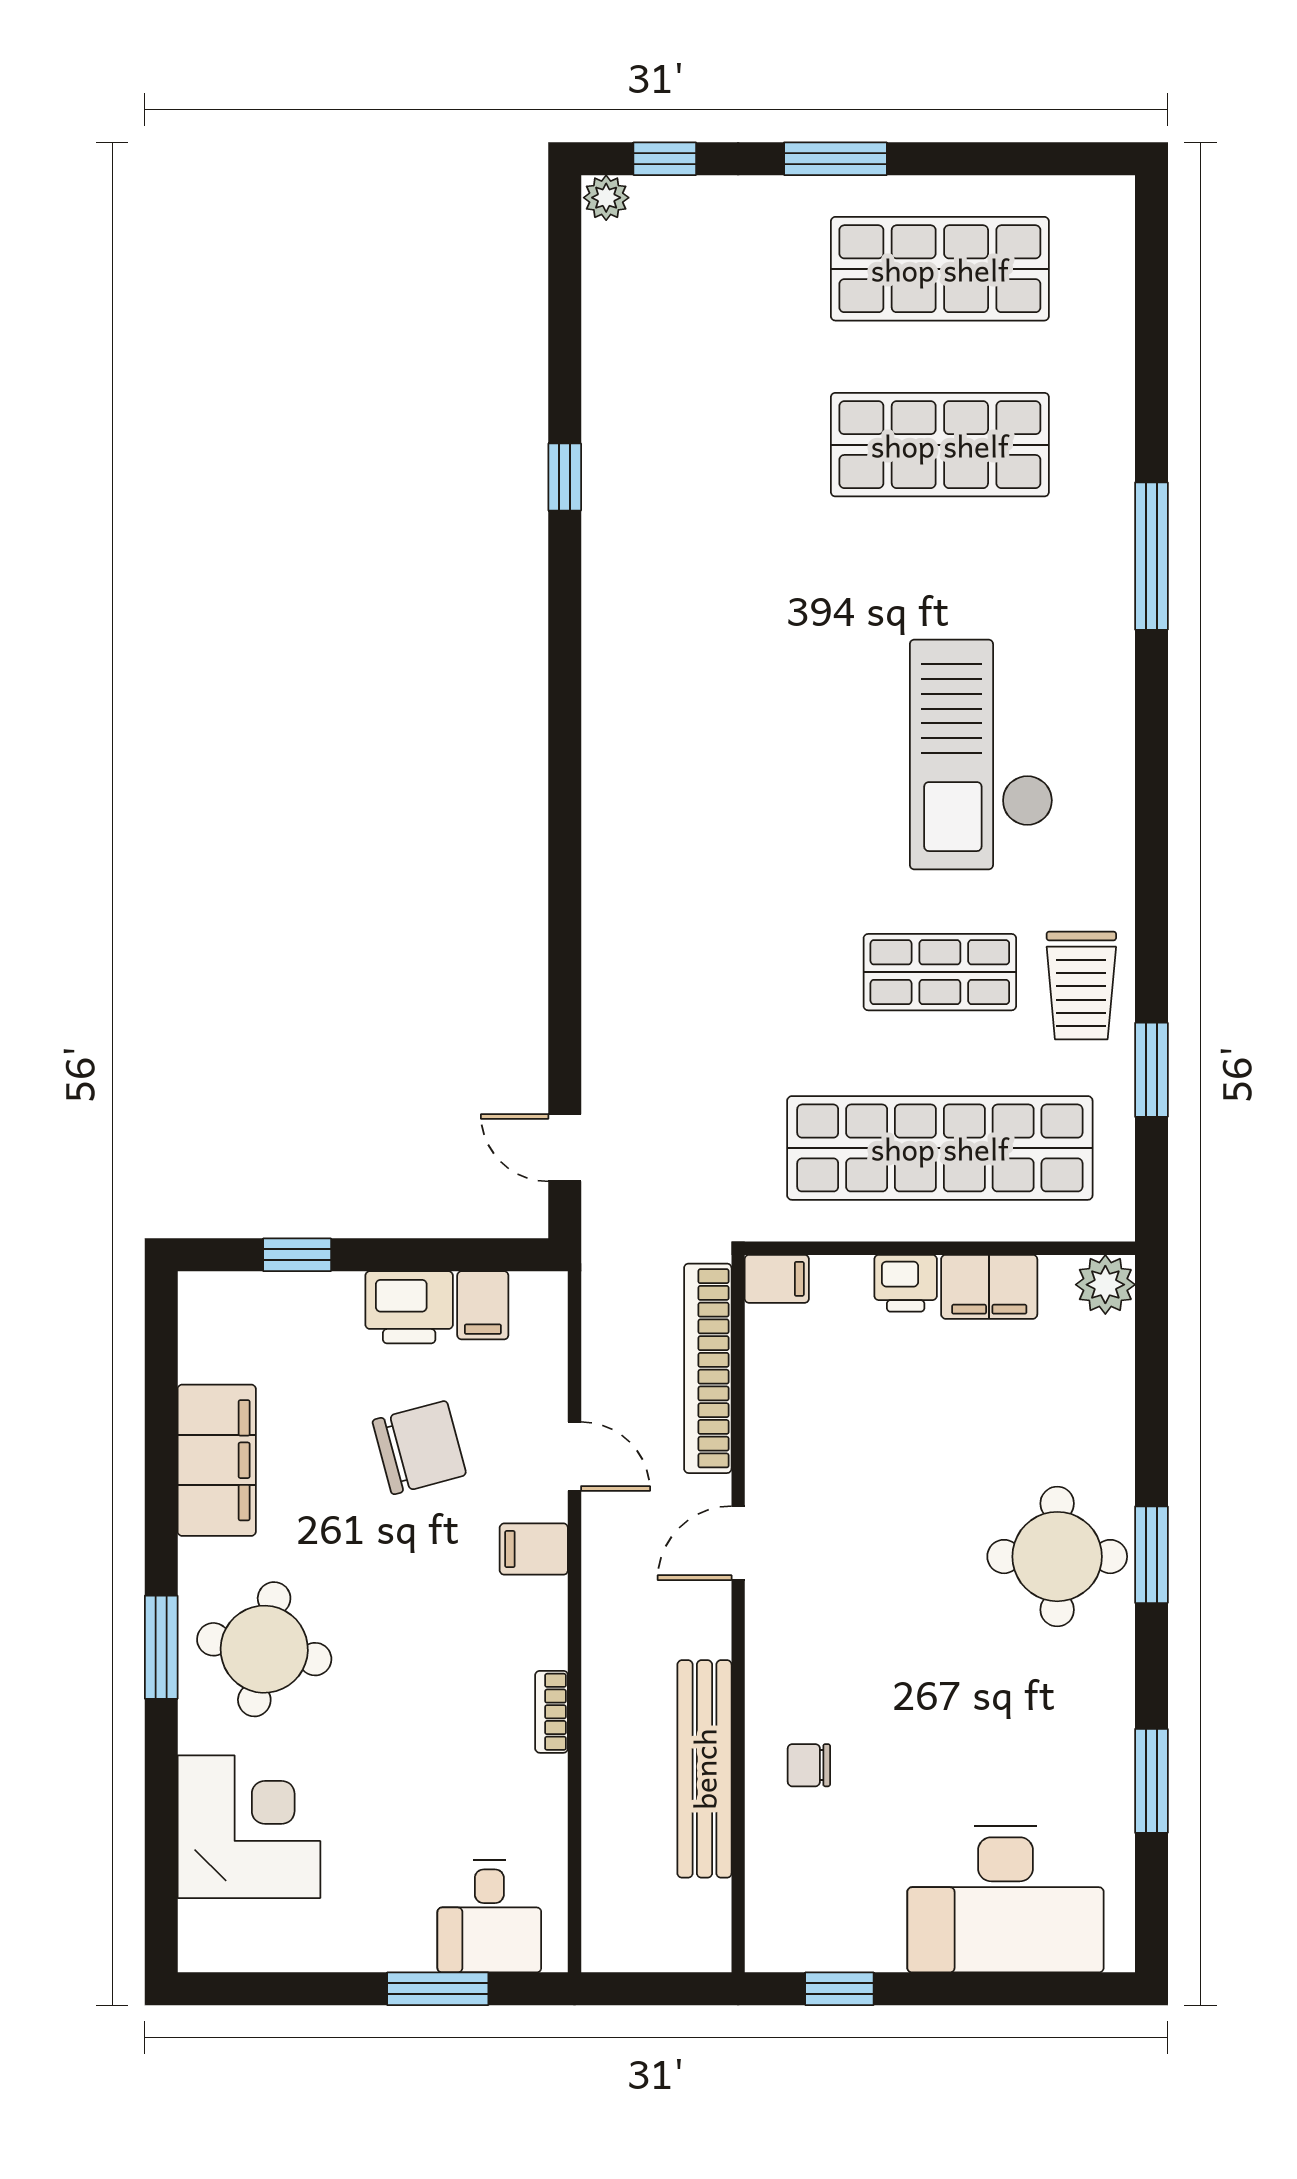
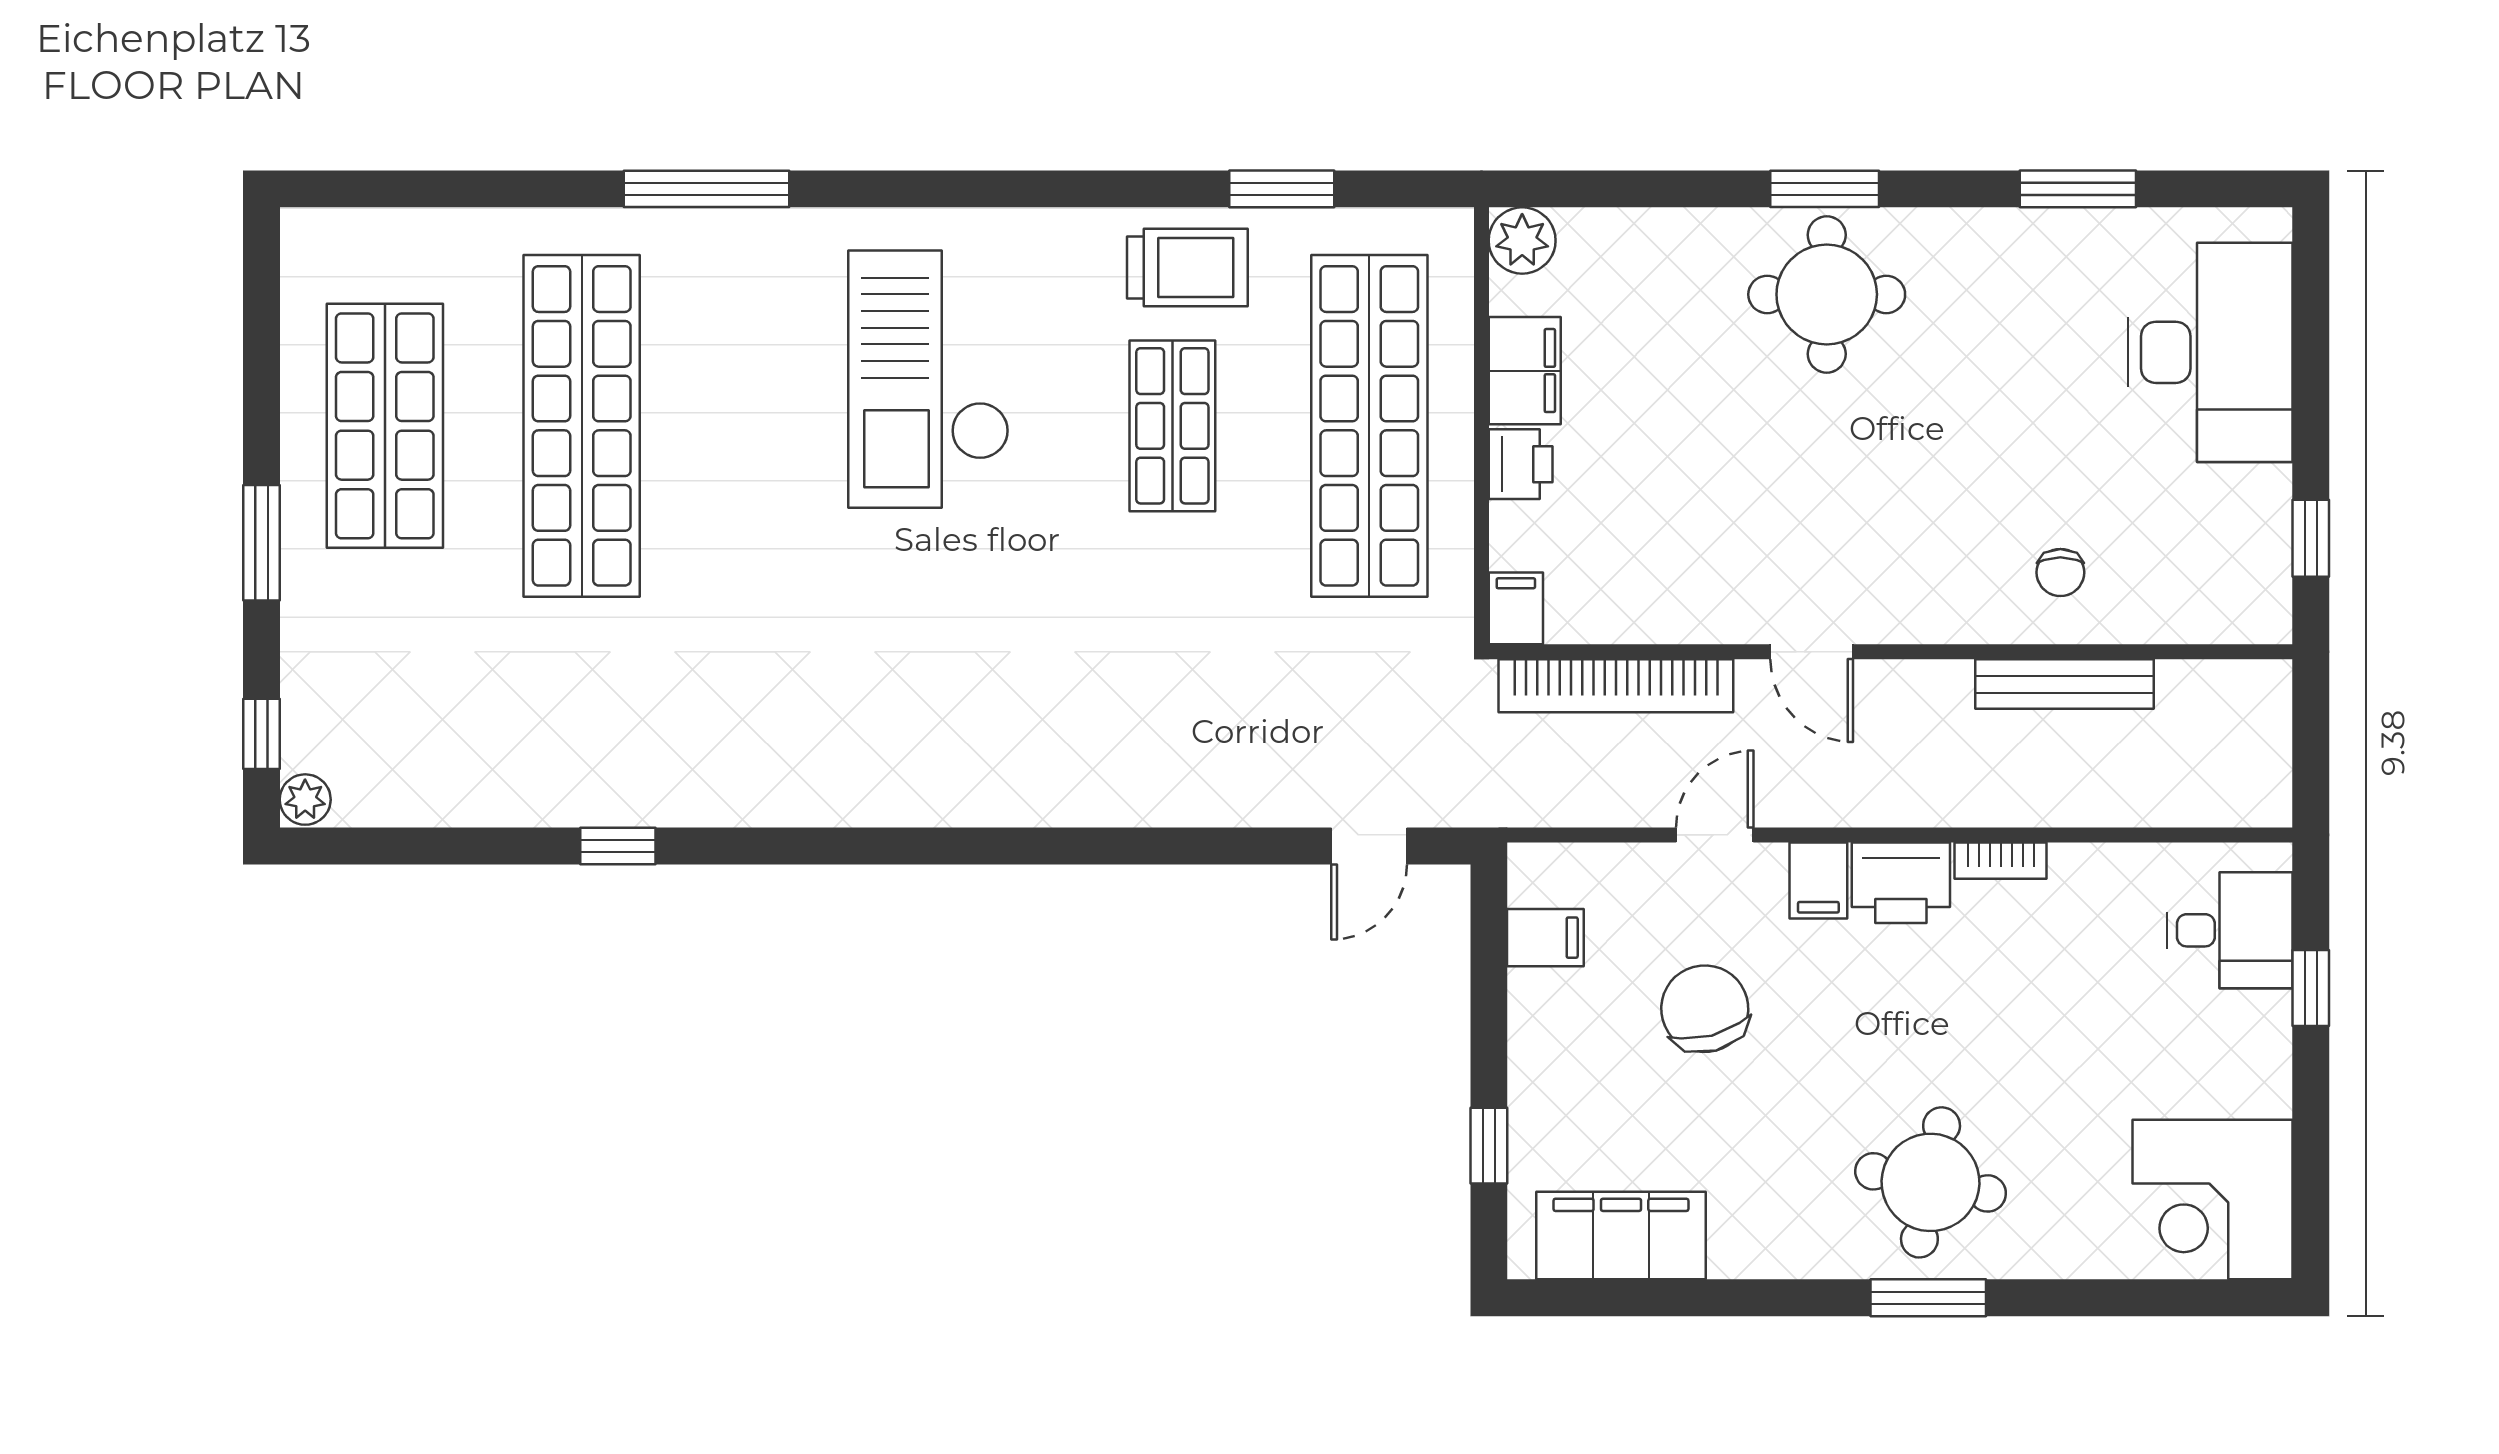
shop shelf: (940, 445) -> (582, 426), width x1.40
checkout: (982, 755) -> (929, 379), turned 90
printer: (409, 1307) -> (1901, 883), moved, turned 90
filing cabinet: (217, 1460) -> (1621, 1236), moved
bench: (704, 1769) -> (2065, 684), width x0.73, depth x0.82
corner desk: (249, 1827) -> (2212, 1200), moved, turned -90
window: (438, 1989) -> (2311, 988), width x0.67

